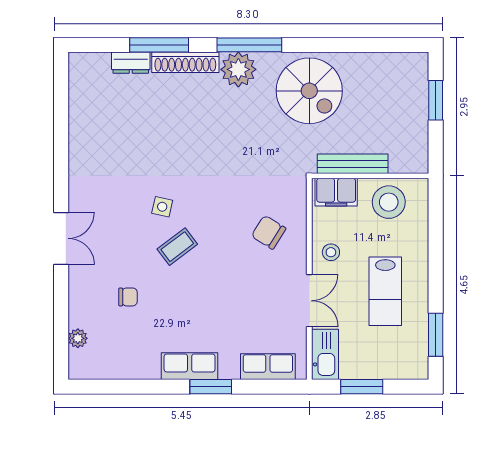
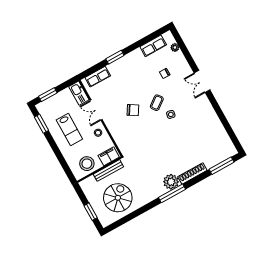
window: (159, 45) -> (222, 166), moved
dresser: (131, 63) -> (213, 162), removed
spiral stairs: (309, 91) -> (118, 198), moved, turned 90
chair: (269, 232) -> (133, 110), moved
lab bench: (385, 291) -> (69, 129), turned 180
row of seats: (190, 366) -> (153, 46), moved
window: (362, 387) -> (48, 95), moved

